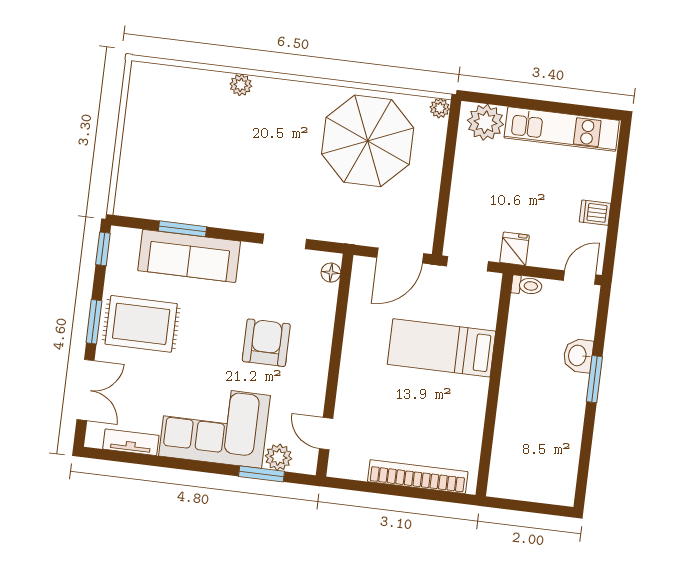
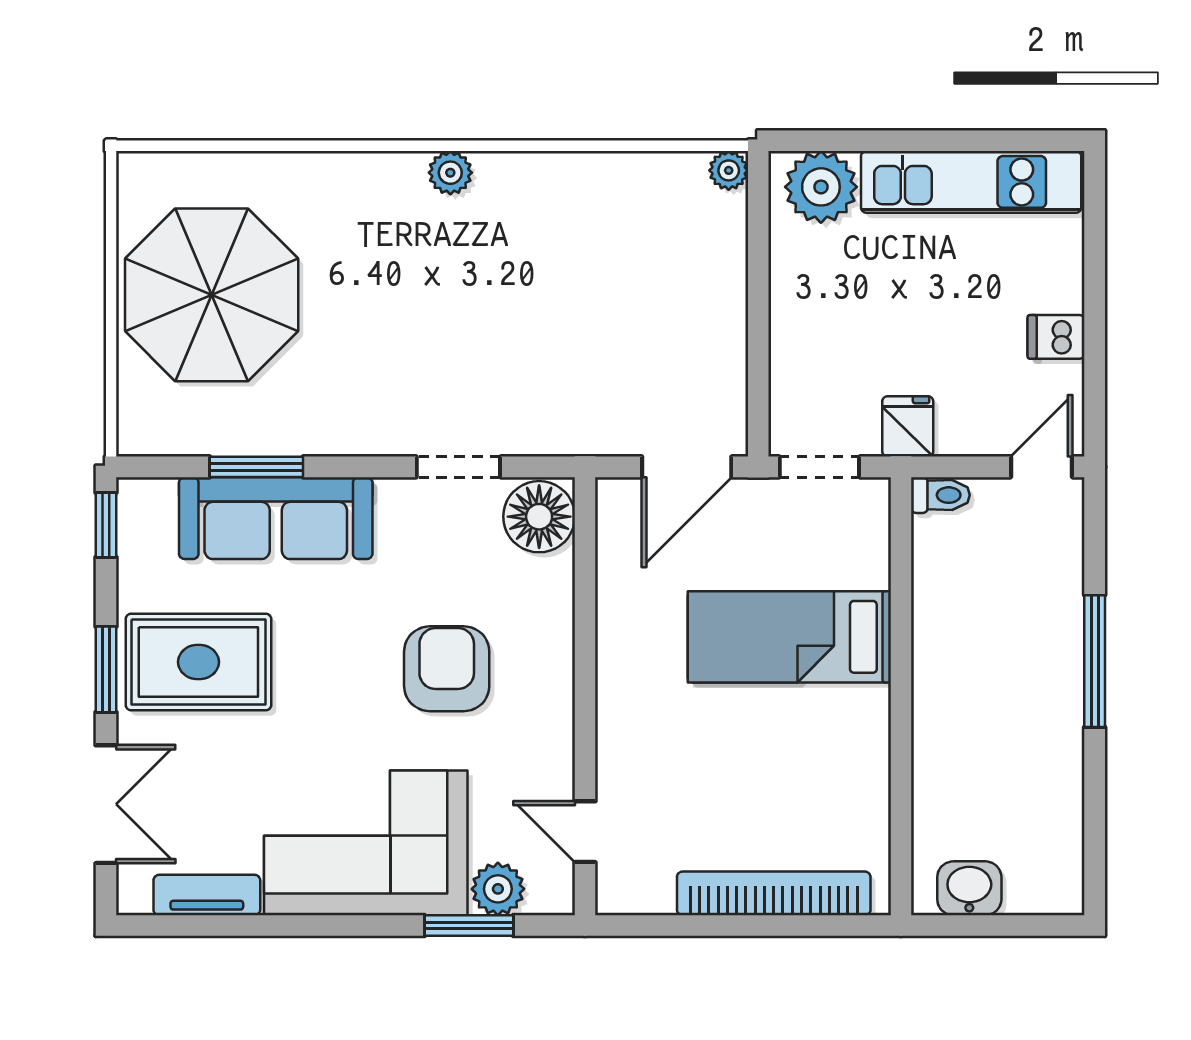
plant: (241, 85) -> (450, 173), moved
parasol: (368, 141) -> (212, 295), moved
floor lamp: (331, 273) -> (539, 517), width x1.89, depth x1.89
washbasin: (578, 356) -> (969, 888), moved, turned 90
window: (594, 379) -> (1095, 661), width x1.44

